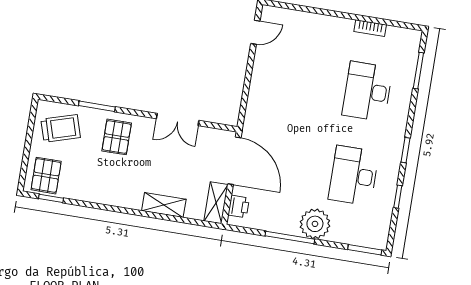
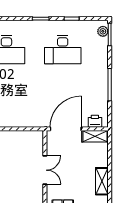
shelving: (164, 205) -> (102, 181), moved
plant: (315, 224) -> (103, 31), moved, width x0.53, depth x0.53

